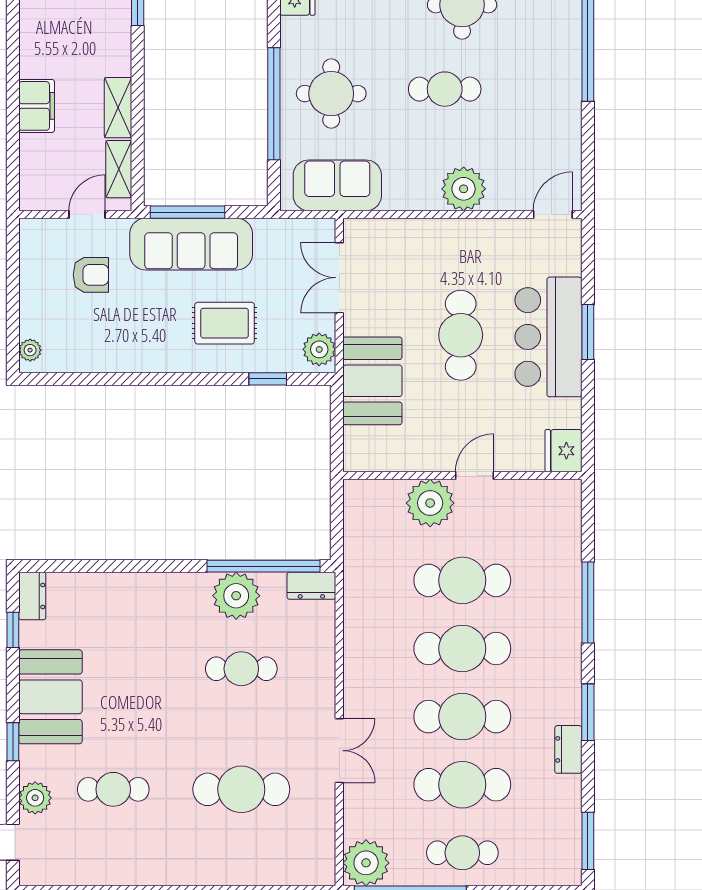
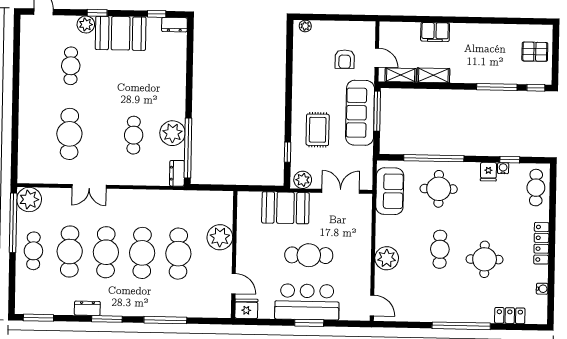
door: (474, 475) -> (234, 284), moved
plant: (35, 798) -> (86, 24), moved

